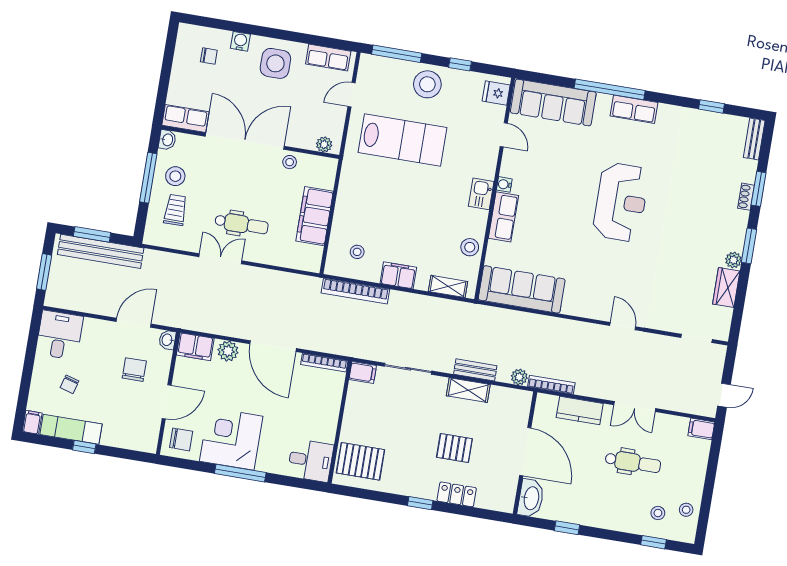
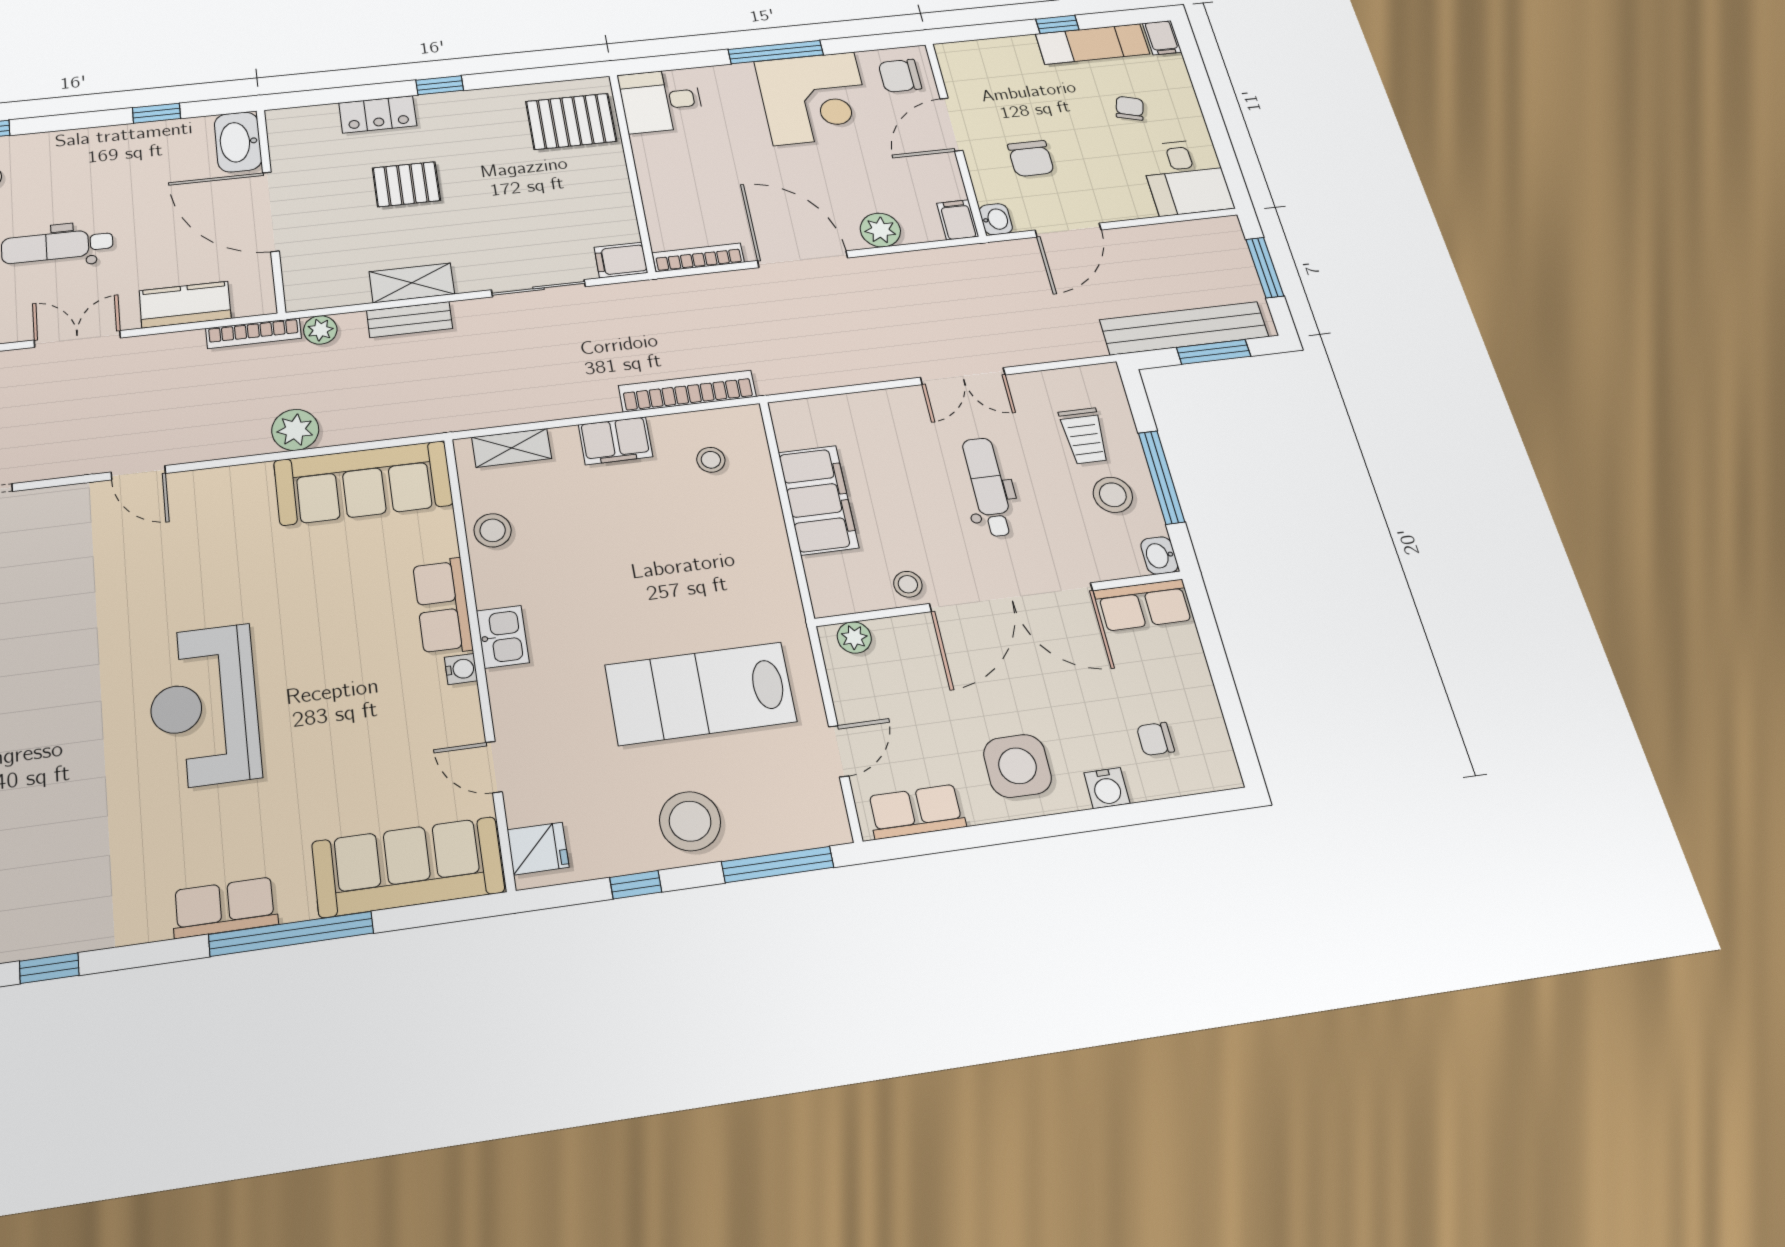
dental chair: (242, 224) -> (988, 487), moved, turned 90
plant: (545, 327) -> (295, 430), added
filing cabinet: (195, 347) -> (958, 220), width x0.50

